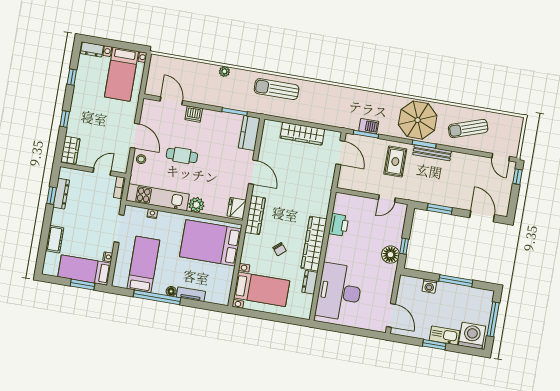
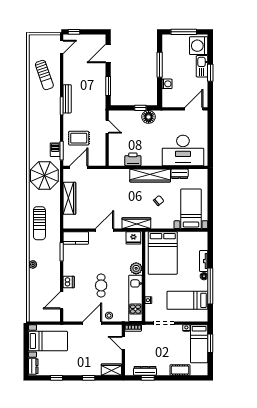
parasol: (418, 120) -> (44, 175), moved
rug: (395, 162) -> (79, 138), moved

